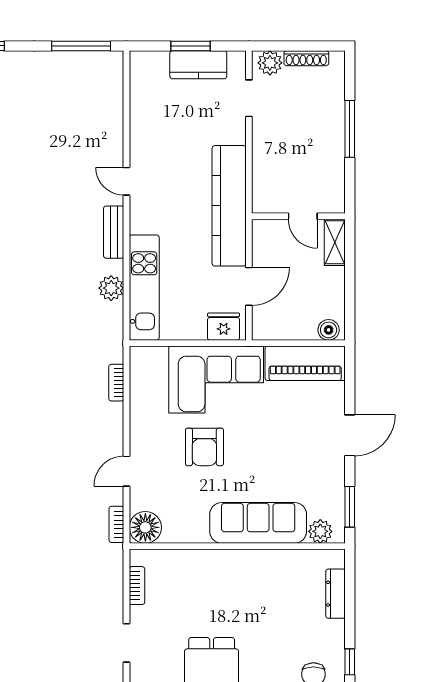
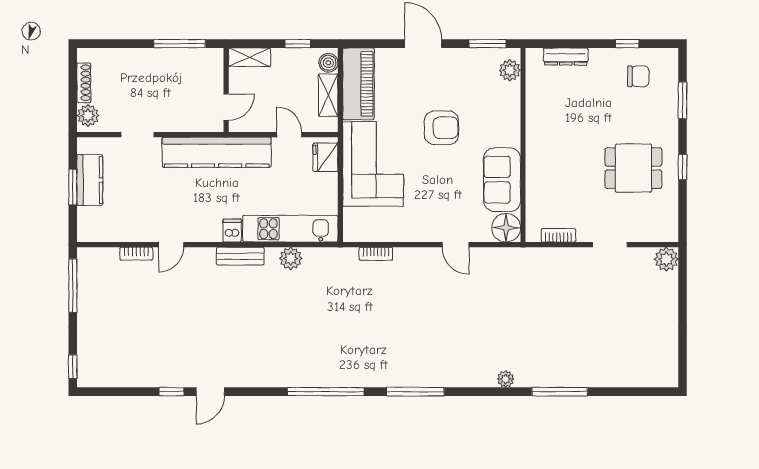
doorway: (249, 98) -> (137, 135), moved
window: (350, 129) -> (180, 44), moved
door: (127, 181) -> (171, 245), moved
door: (303, 216) -> (226, 107), moved
dishwasher: (142, 223) -> (232, 231), added
door: (249, 286) -> (289, 135), width x0.73
window: (350, 296) -> (298, 44), added
shelving: (293, 330) -> (328, 95), added
armchair: (204, 447) -> (441, 128), moved
sofa: (258, 523) -> (502, 180), moved, width x0.73
bookcase: (116, 524) -> (136, 254), moved

